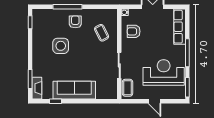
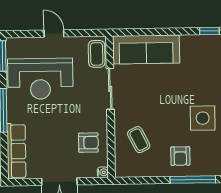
sofa: (74, 90) -> (146, 49), moved

